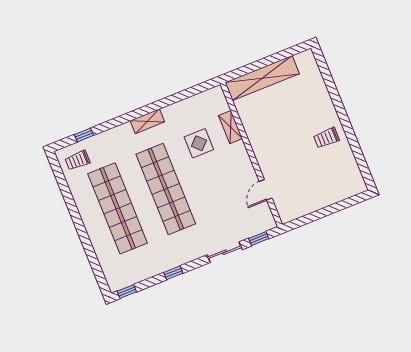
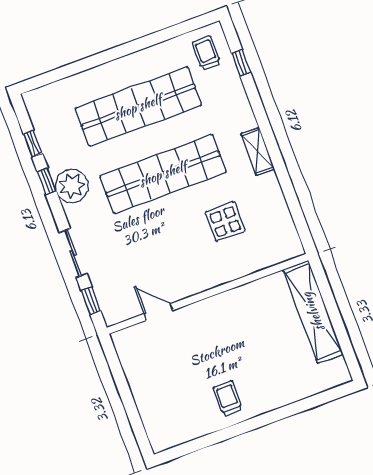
shelving: (230, 127) -> (246, 266), removed
plant: (176, 255) -> (72, 186), added
window: (127, 292) -> (33, 144), moved

